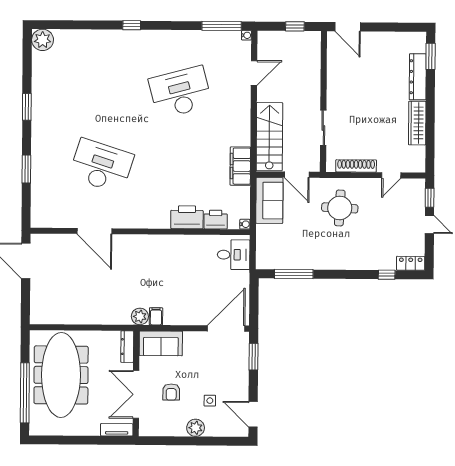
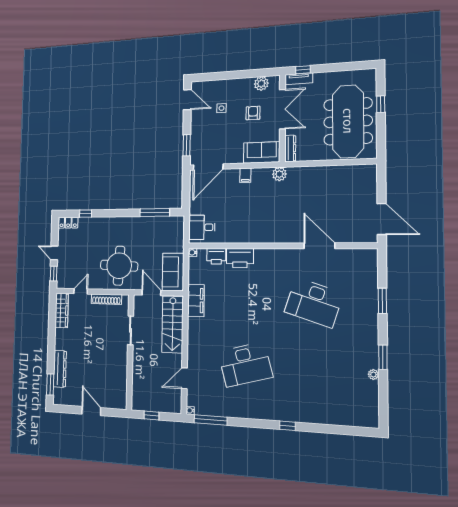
door: (348, 27) -> (91, 411), moved
plant: (43, 40) -> (373, 374), moved, width x0.53, depth x0.53
wardrobe: (417, 123) -> (62, 310), moved
round table: (340, 208) -> (119, 266), width x1.36, depth x1.36
filing cabinet: (156, 316) -> (245, 175), moved
window: (25, 393) -> (381, 104), width x0.32
plant: (196, 428) -> (261, 84), moved
window: (112, 440) -> (303, 70), added

